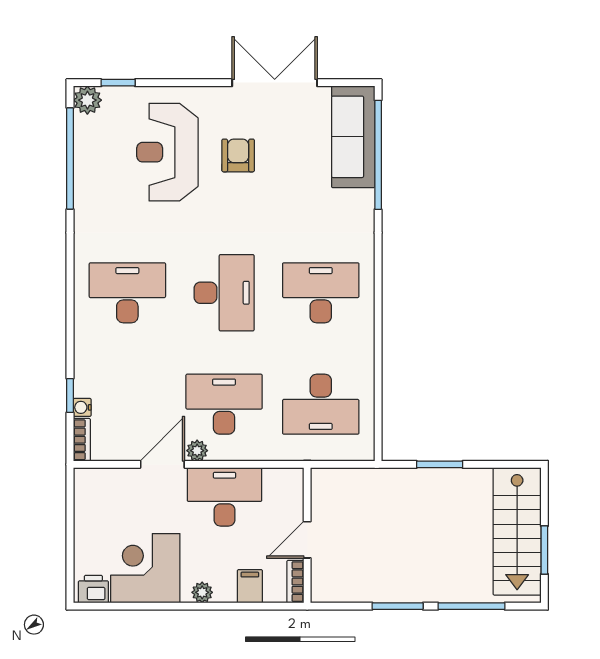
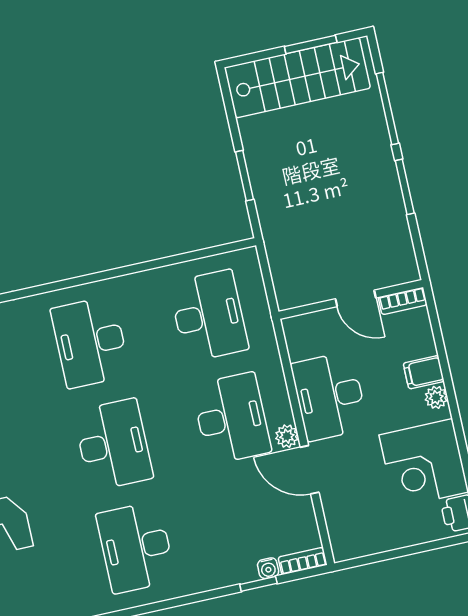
desk: (224, 293) -> (113, 445), turned 90
desk: (224, 404) -> (231, 418), turned 180
filing cabinet: (250, 586) -> (424, 372), moved

